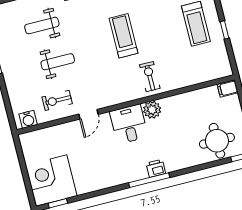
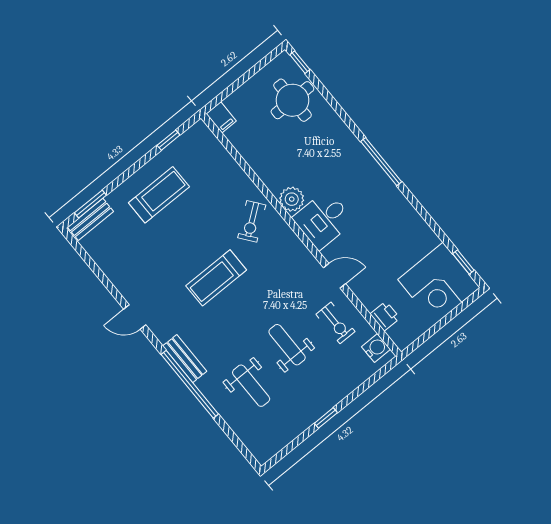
window: (225, 30) -> (169, 140), moved
exercise bike: (150, 77) -> (252, 221), turned -37
printer: (156, 168) -> (385, 316), moved, turned 180

